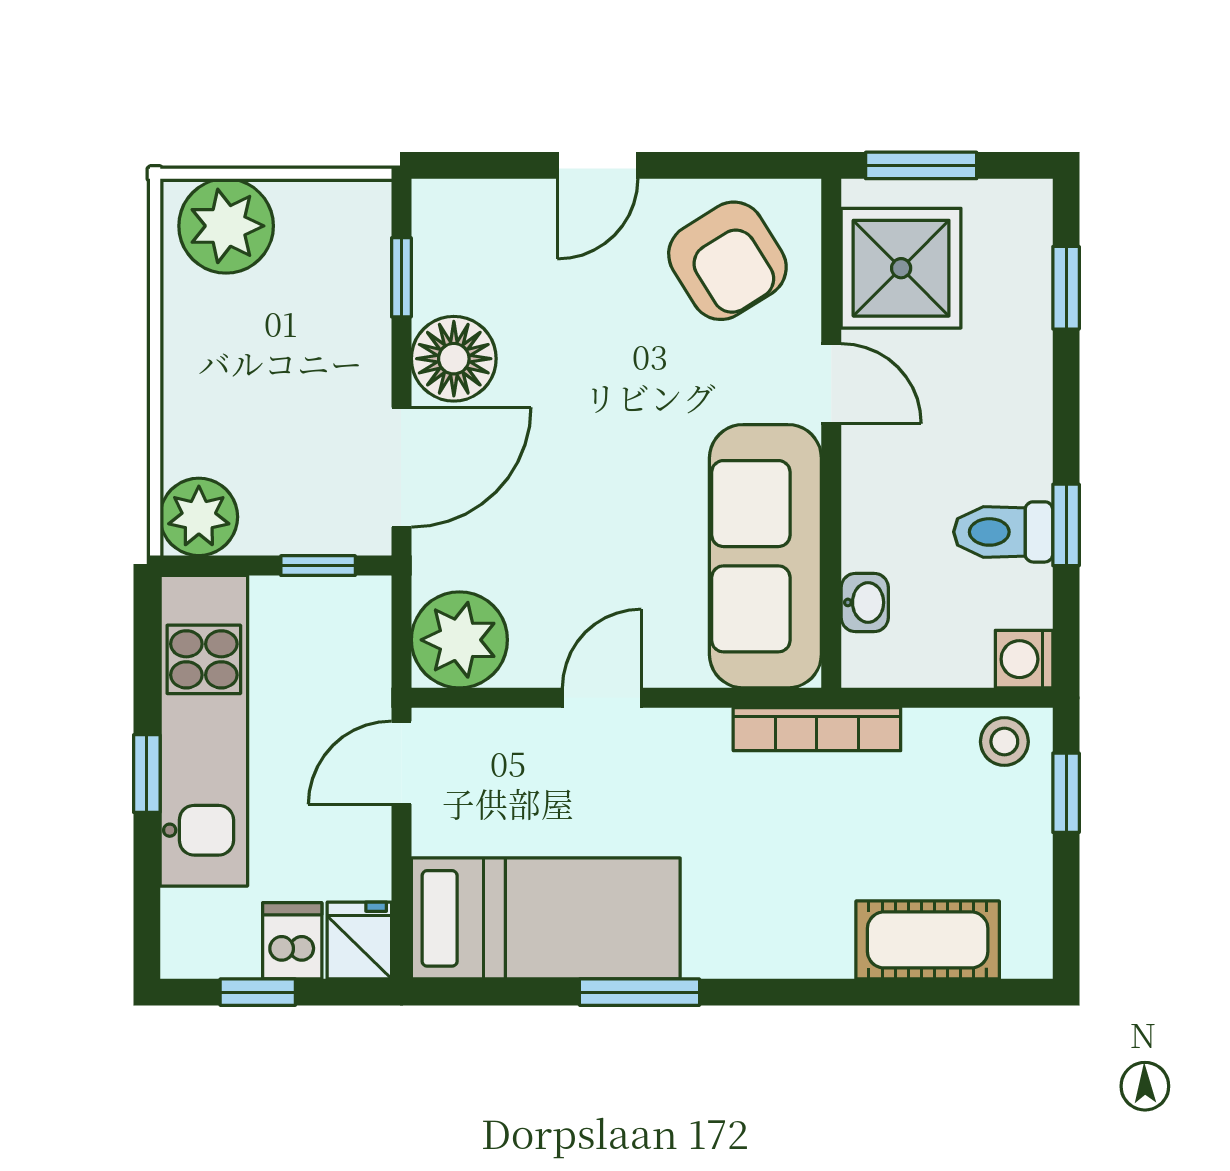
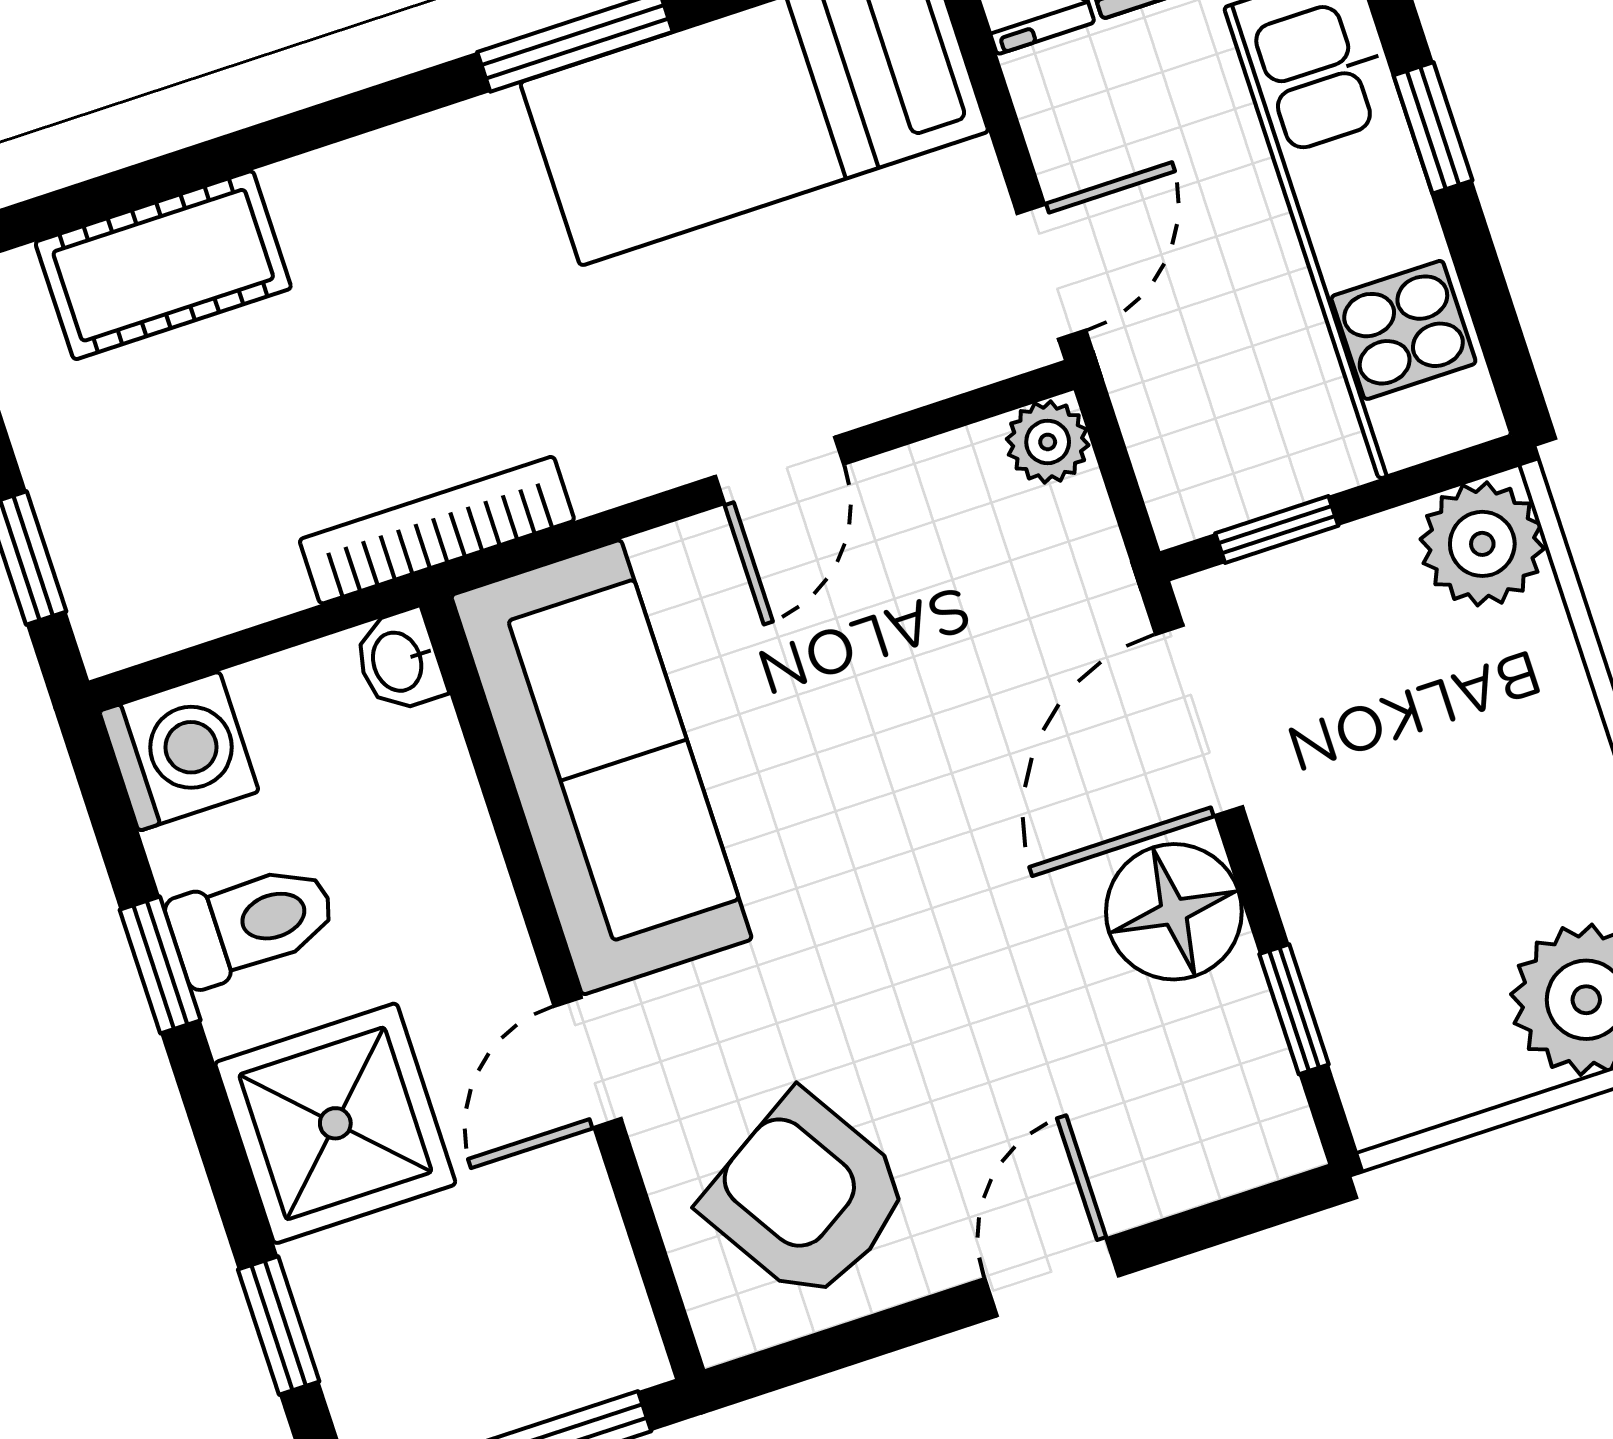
shower: (901, 268) -> (335, 1123), moved
door: (831, 384) -> (588, 1063), hinge flipped
washbasin: (865, 602) -> (399, 661), moved
plant: (459, 640) -> (1048, 442), width x0.53, depth x0.53
washing machine: (1024, 659) -> (179, 751), width x1.38, depth x1.38
stool: (1004, 742) -> (146, 605), removed

